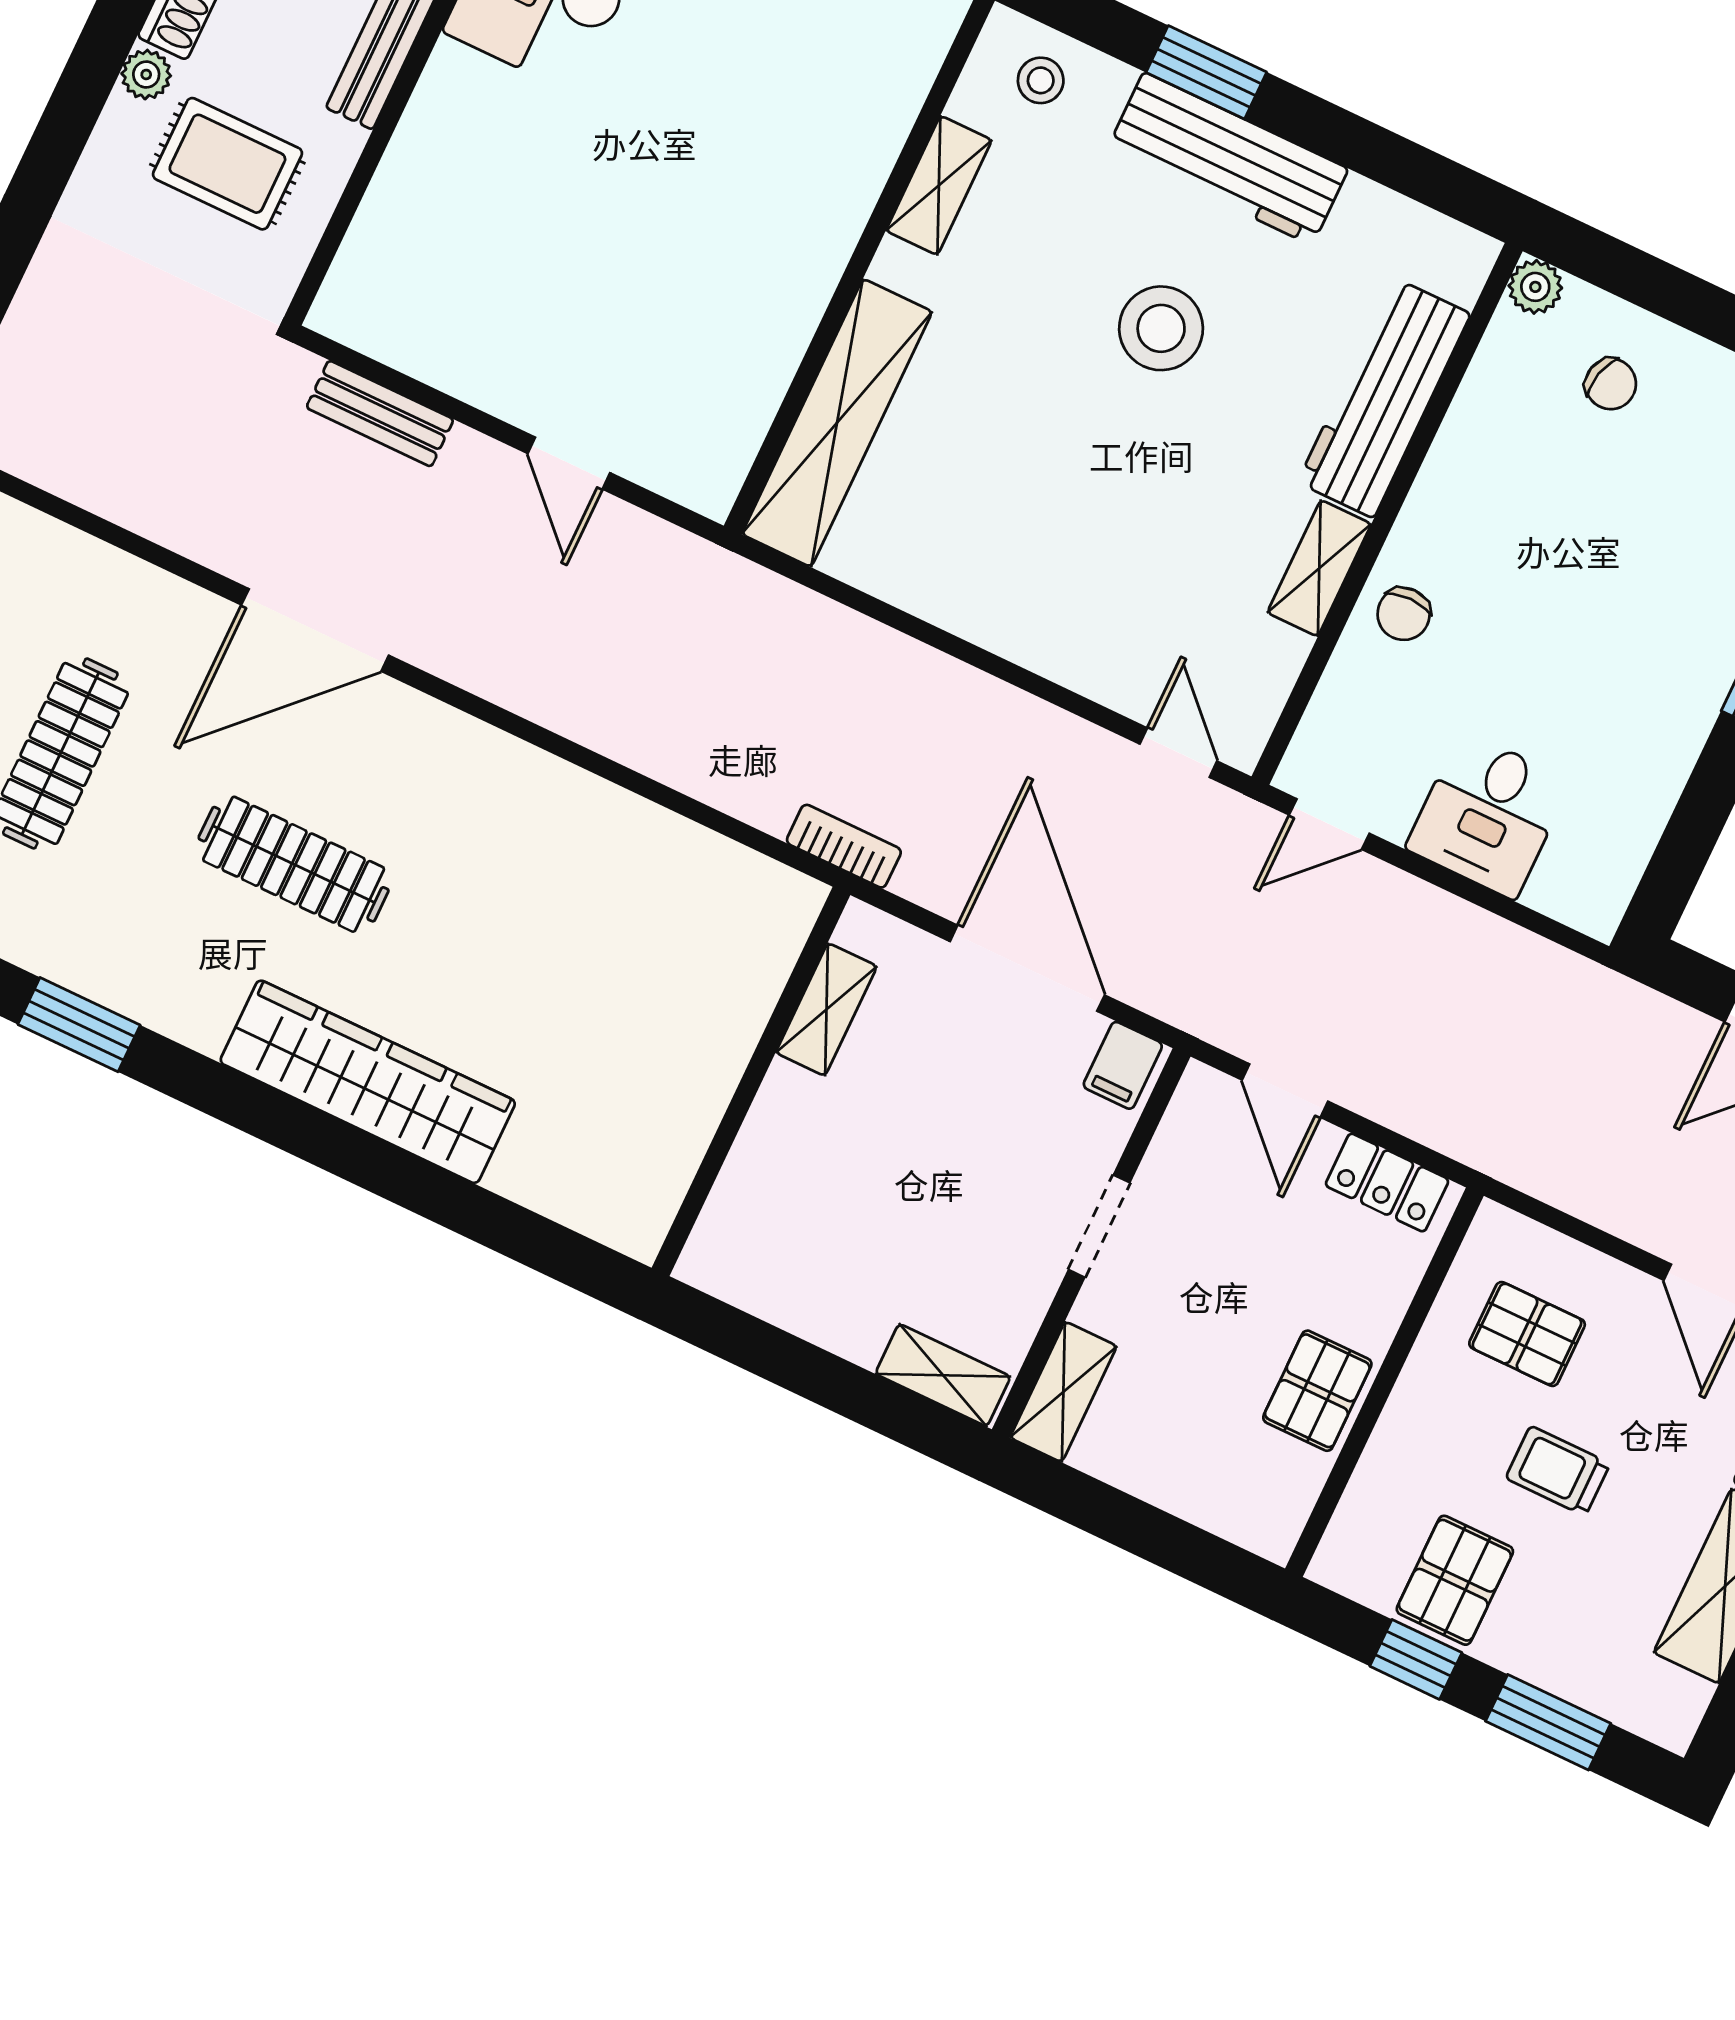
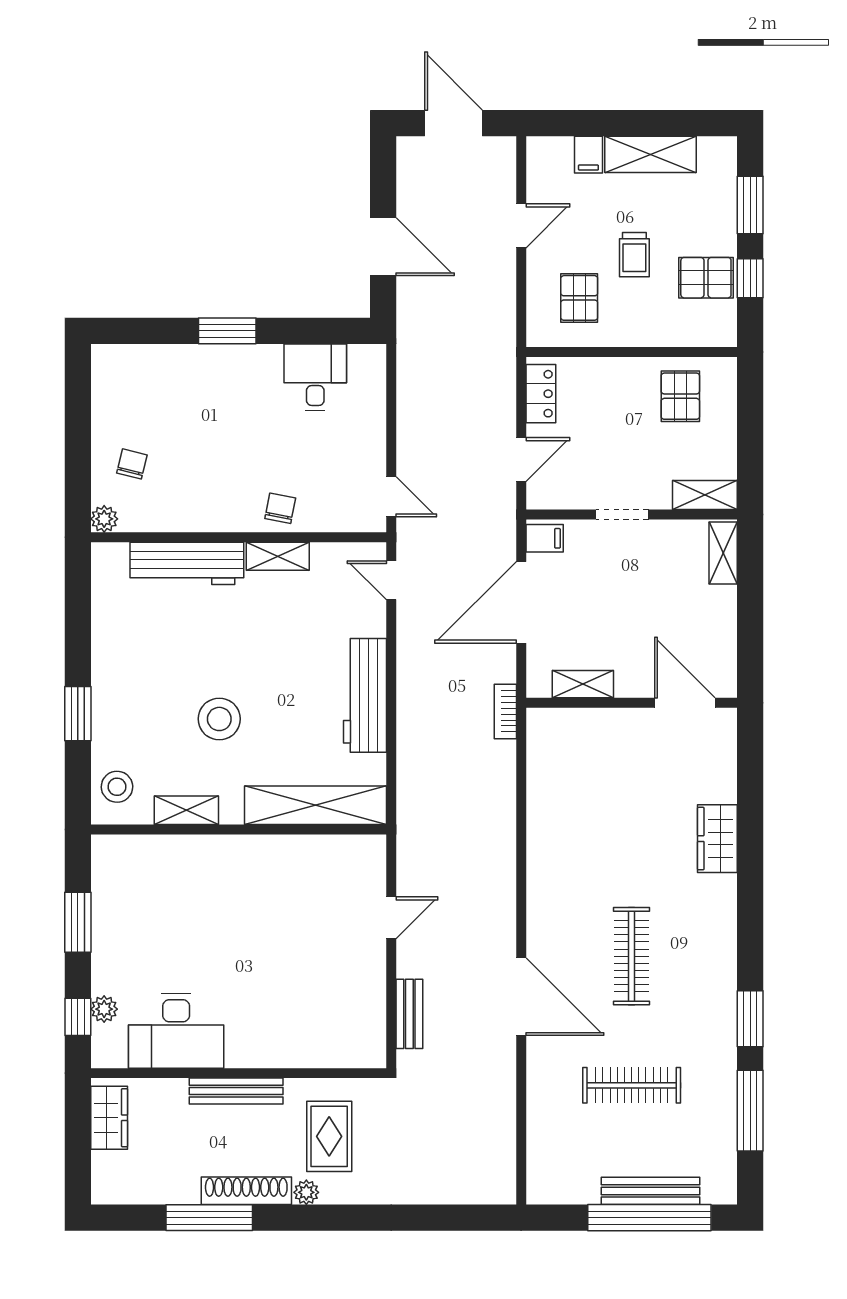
stool: (1041, 80) -> (117, 787), width x1.37, depth x1.37
workbench: (1228, 159) -> (365, 695), moved, turned 180
stool: (1161, 328) -> (219, 719), moved
chair: (1404, 614) -> (280, 508), turned -79
door: (1178, 753) -> (391, 580), hinge flipped
desk: (1488, 815) -> (315, 377), moved, turned -90
wardrobe: (368, 1082) -> (717, 839), width x0.48, depth x0.85
door: (705, 1178) -> (685, 703), added
pallet: (1317, 1391) -> (680, 396), moved, turned 90

